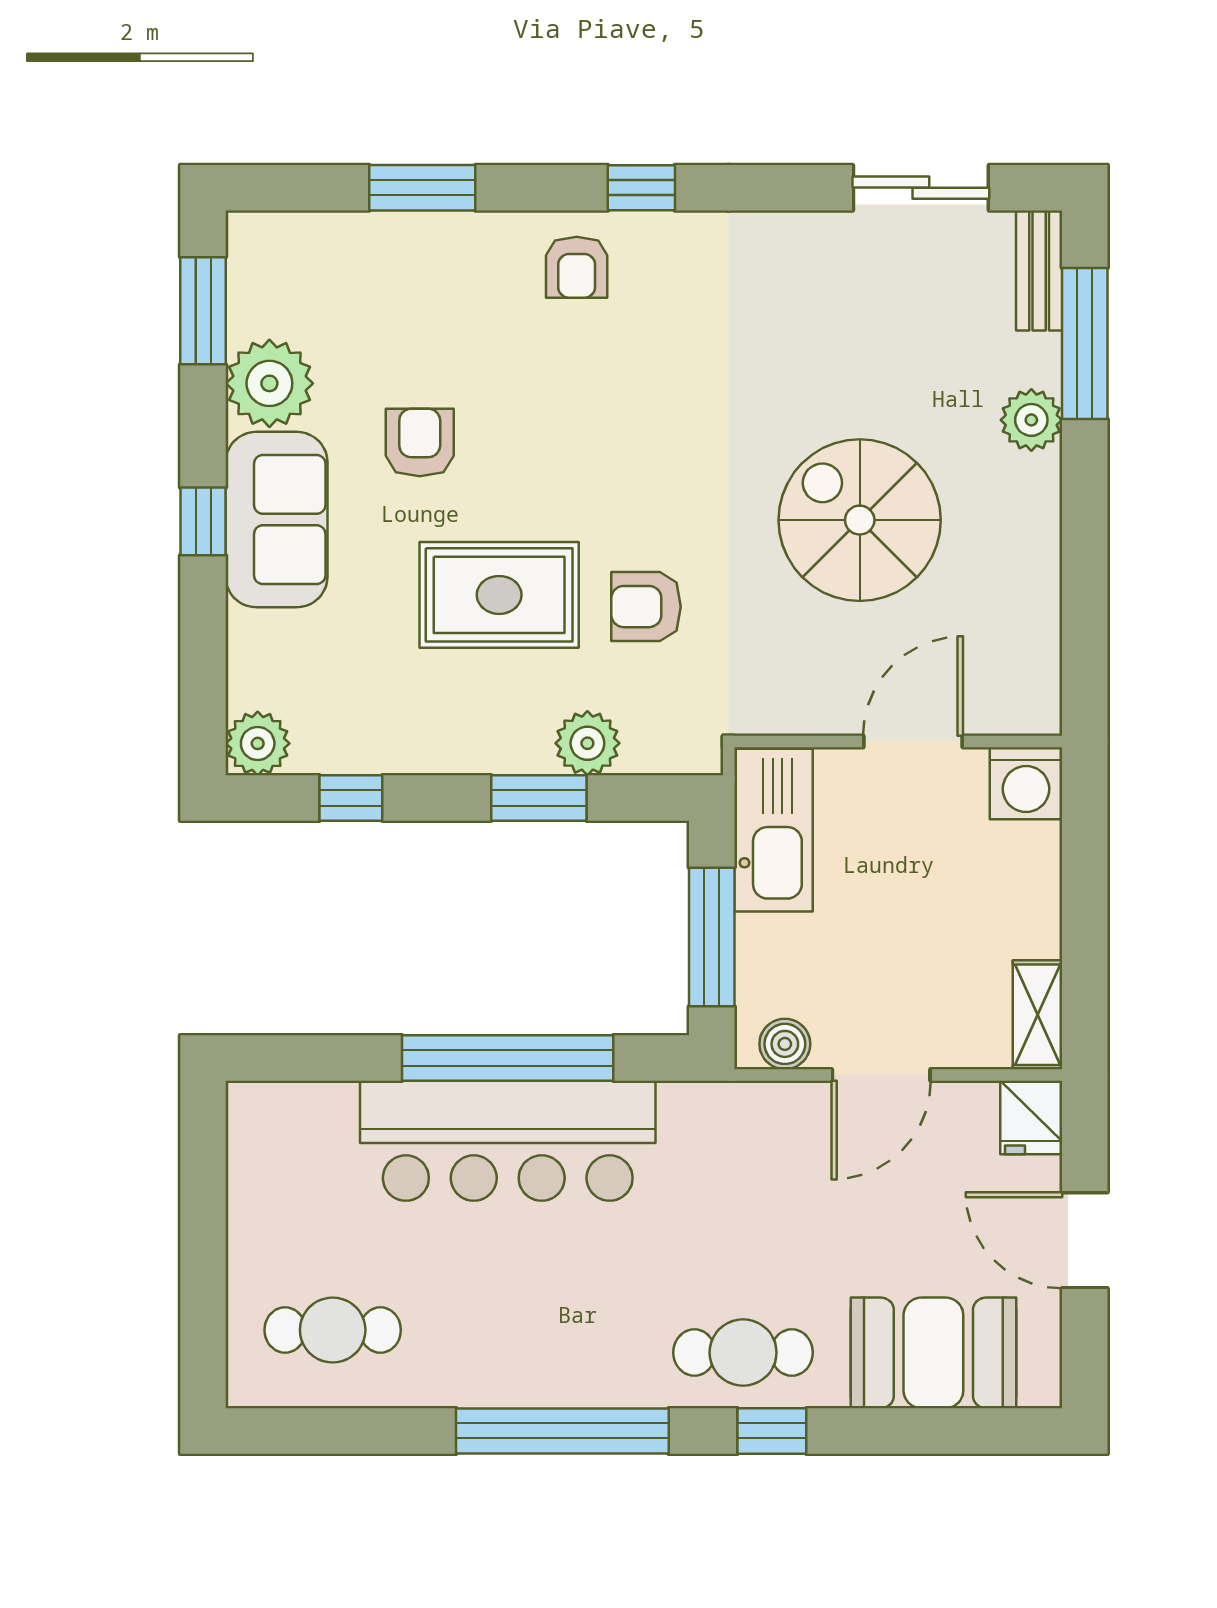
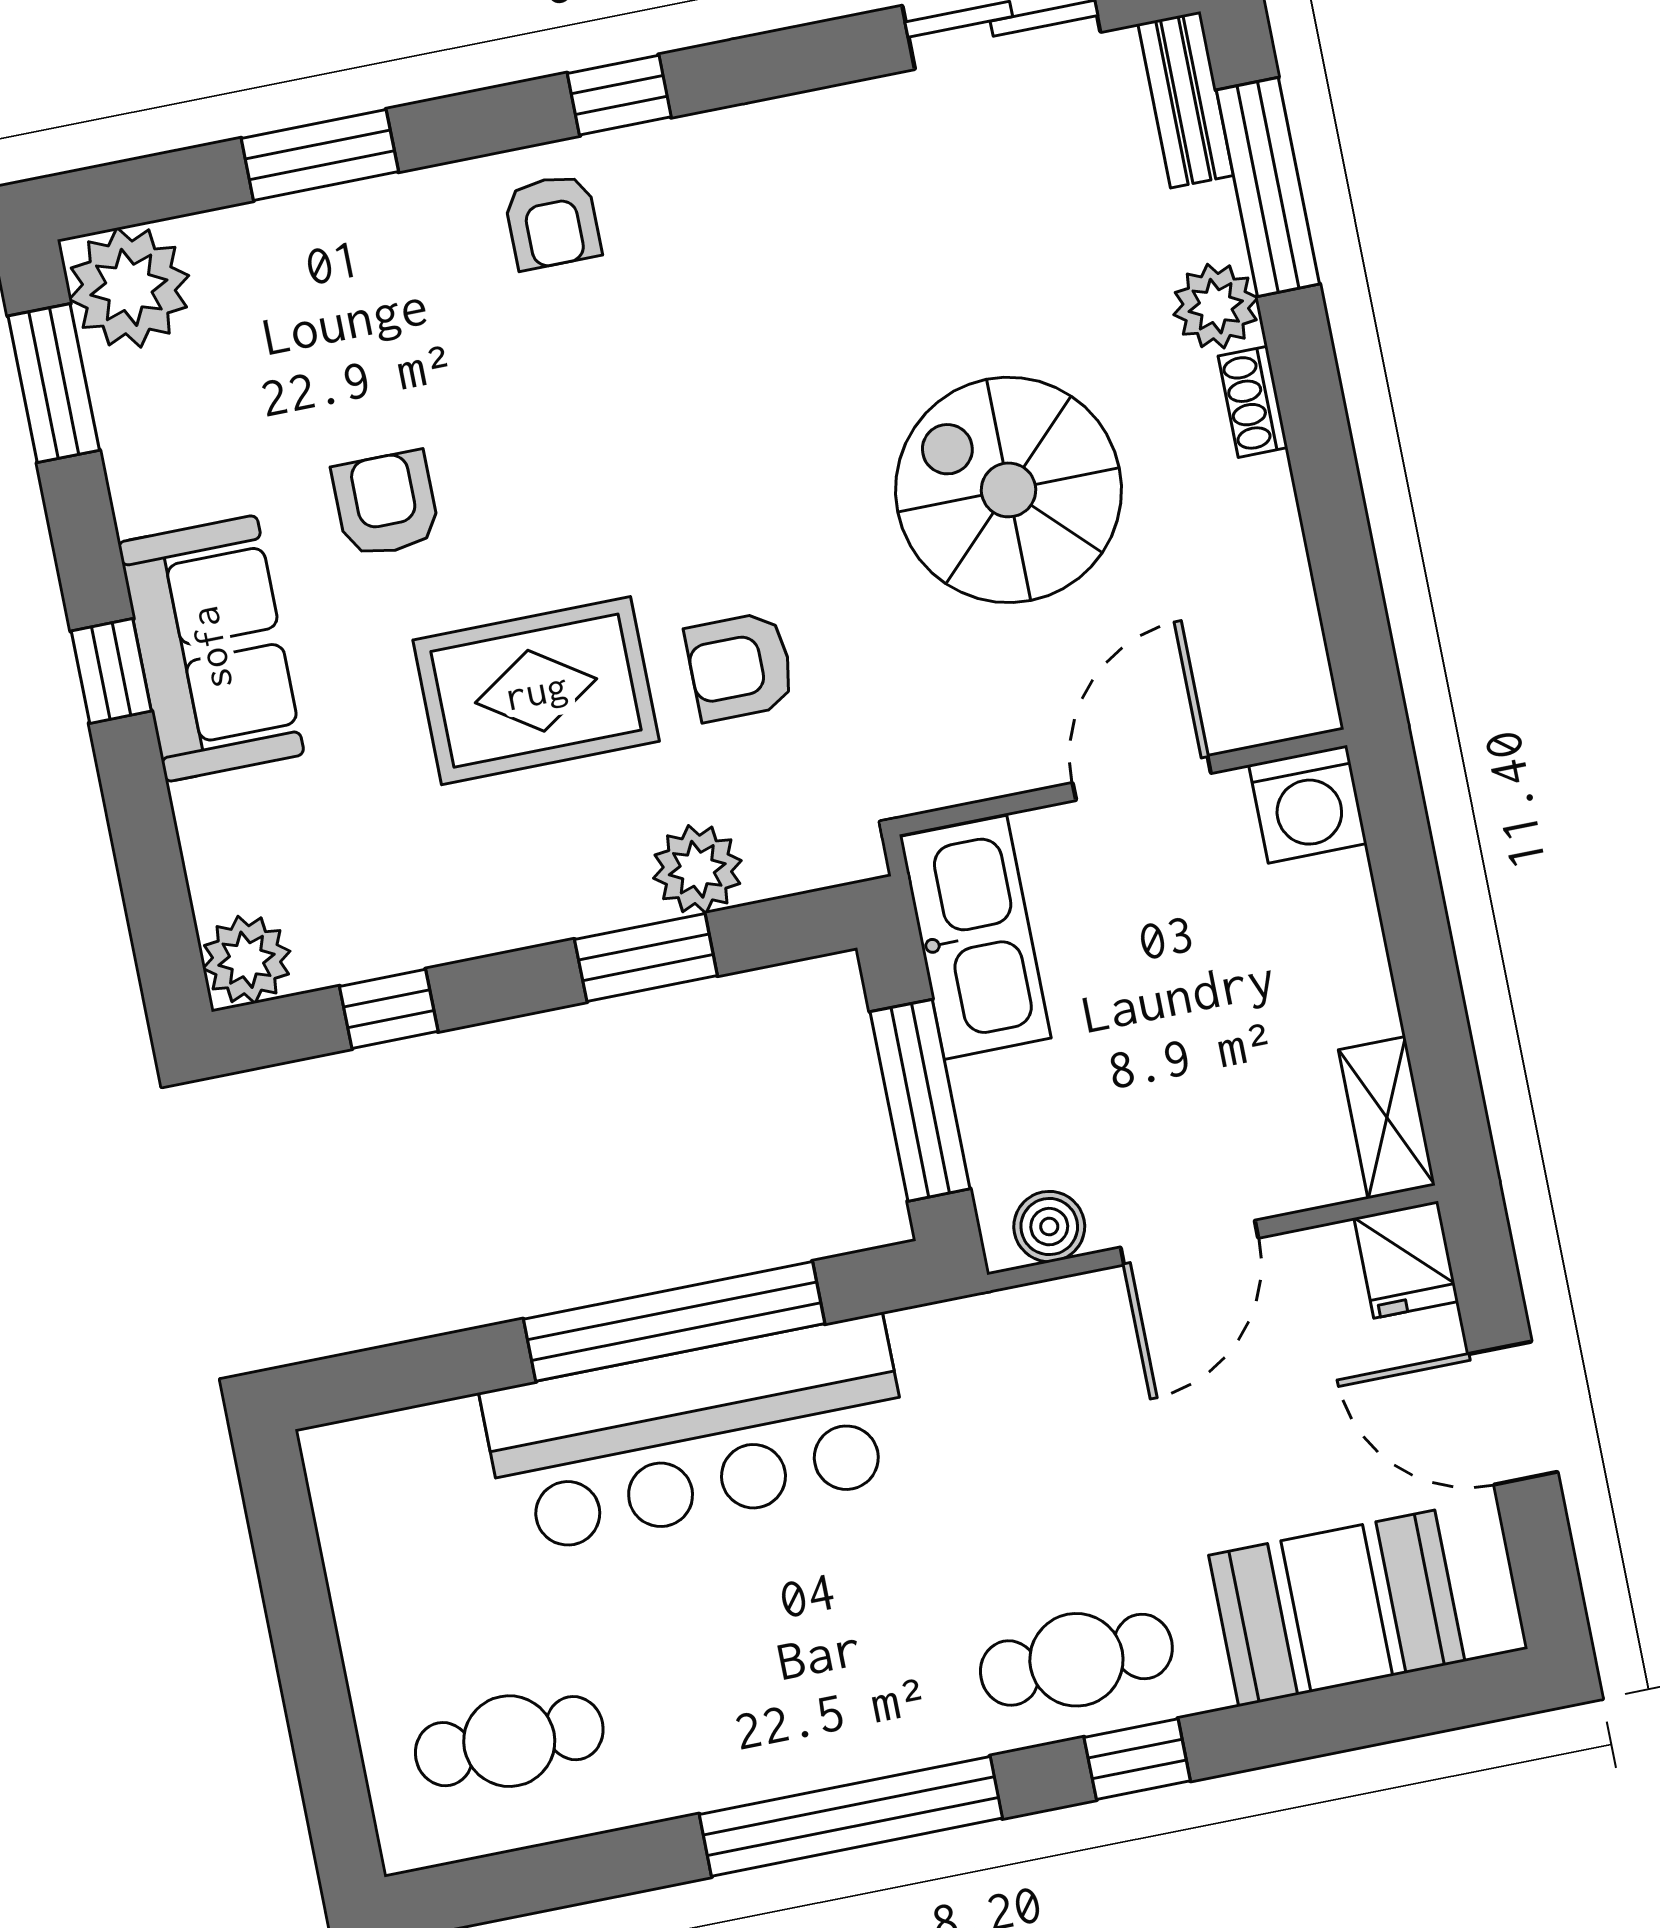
plant: (269, 383) -> (129, 287), moved
shoe rack: (1044, 492) -> (1253, 402), added

